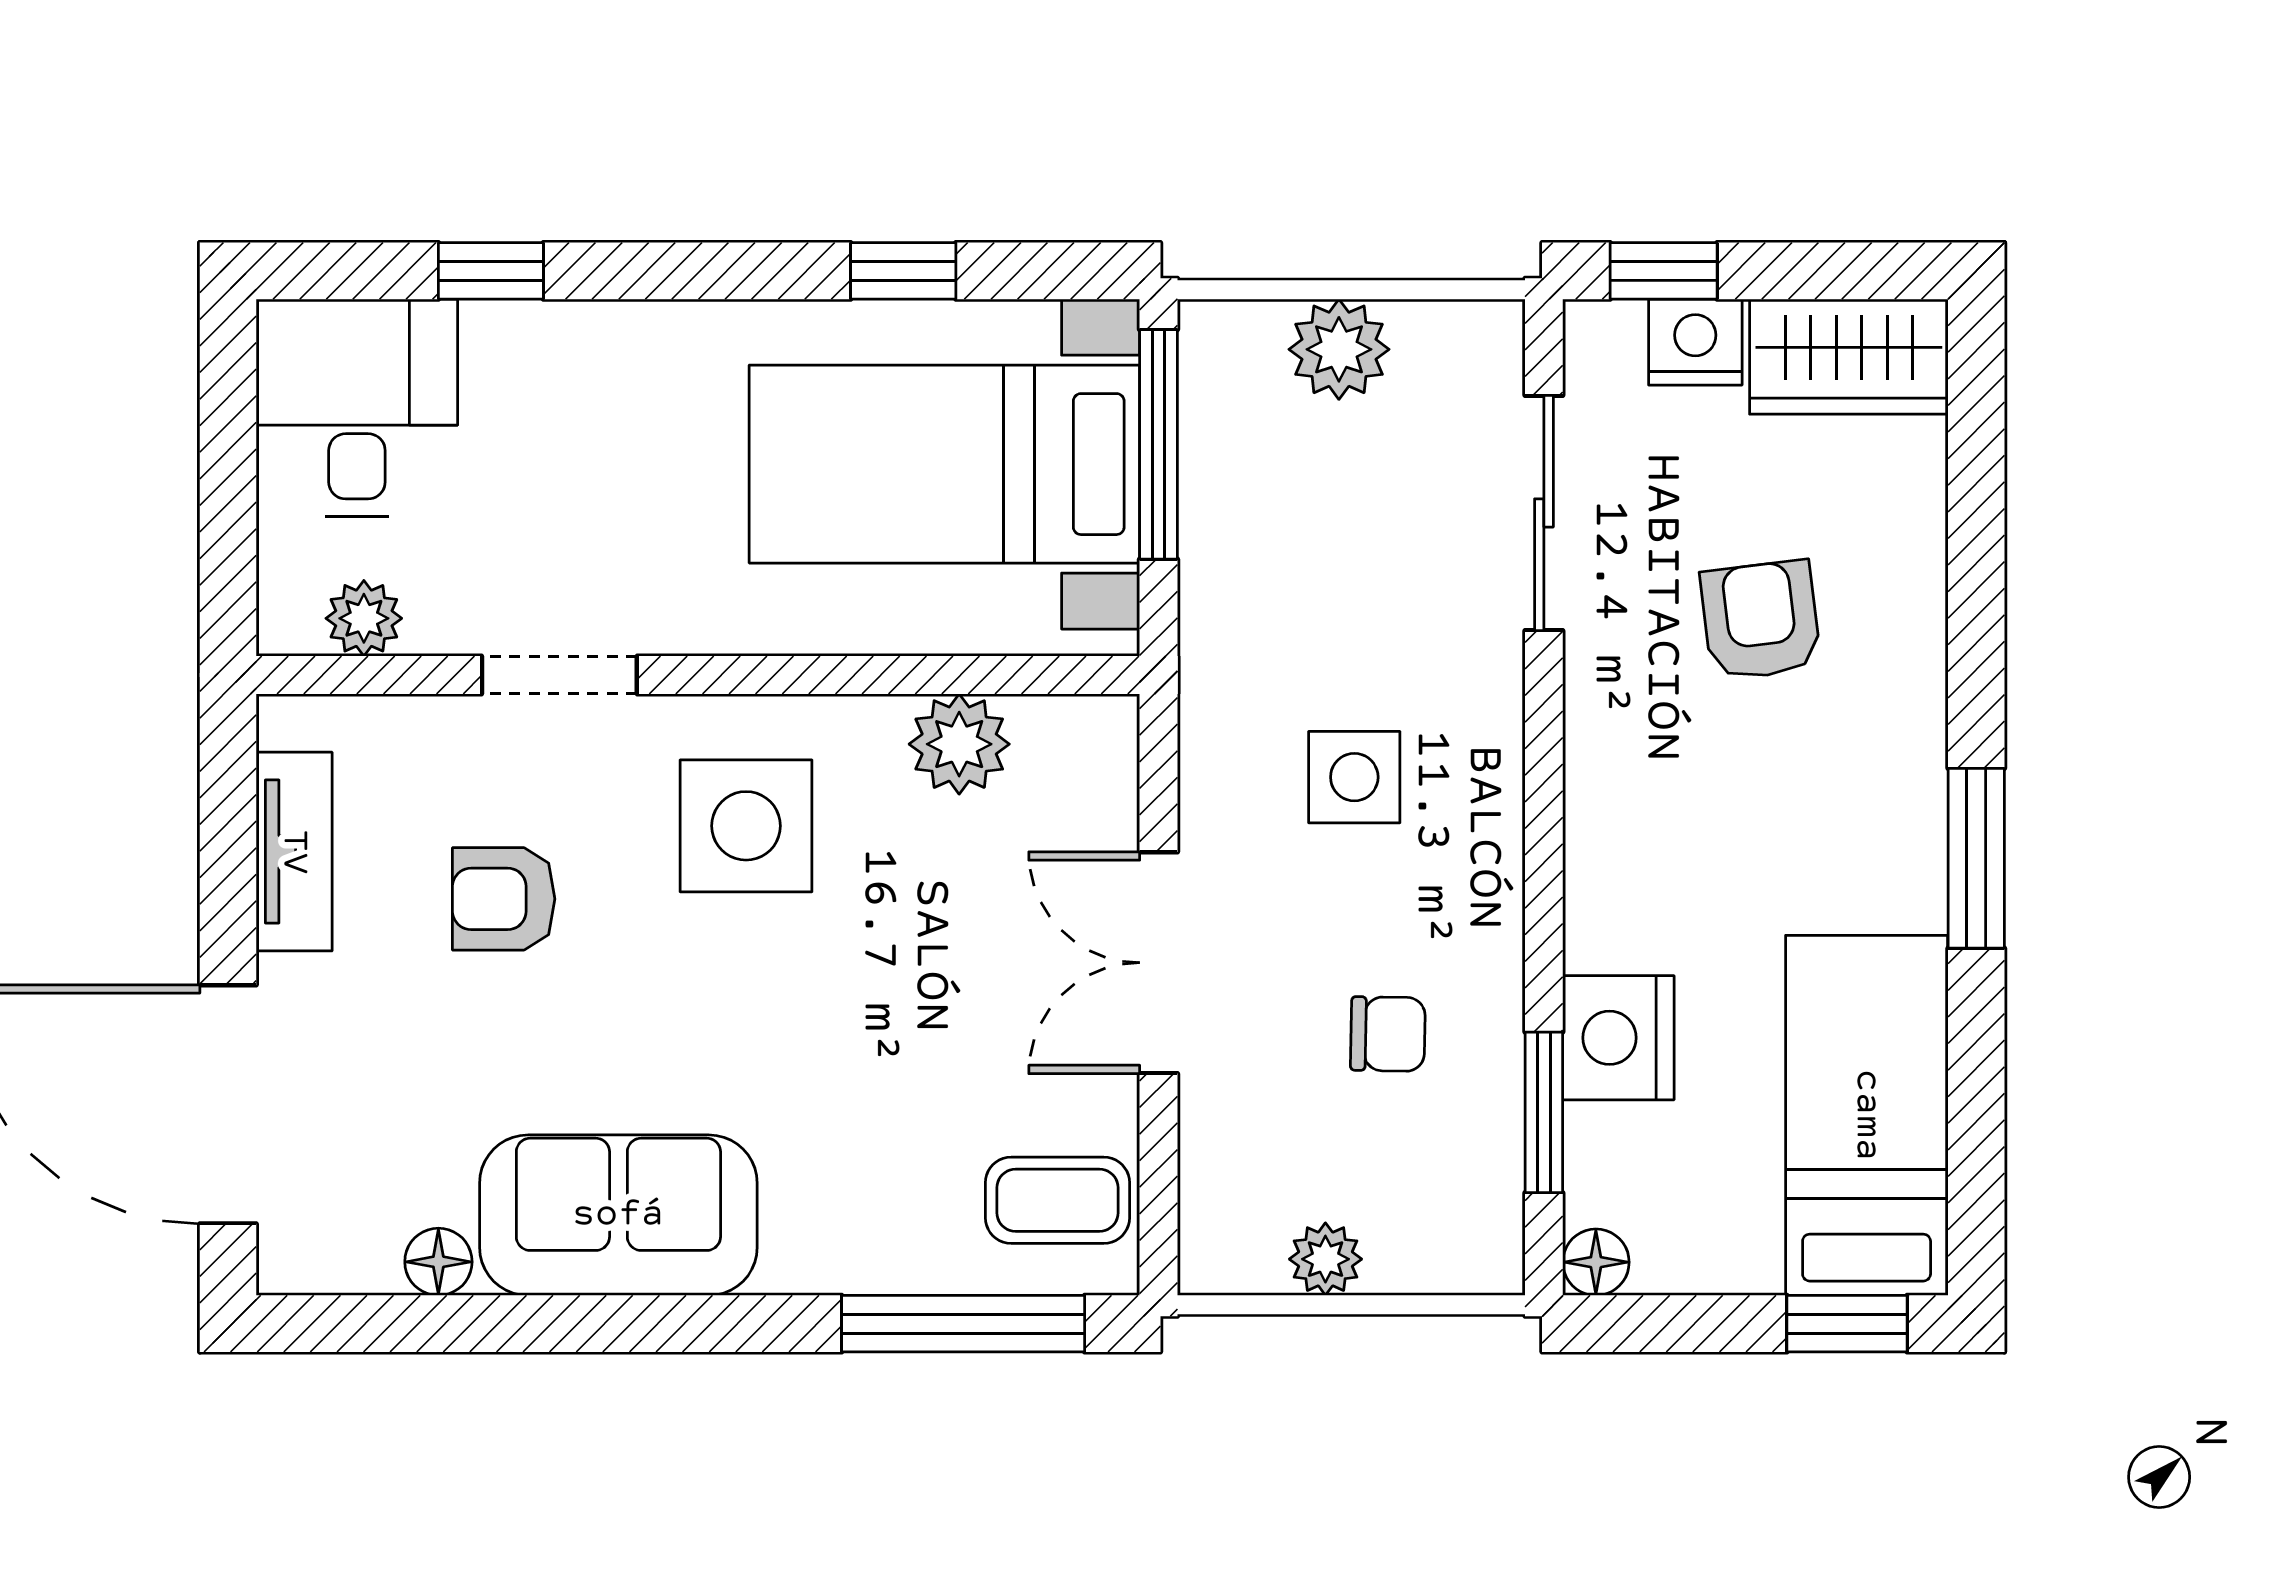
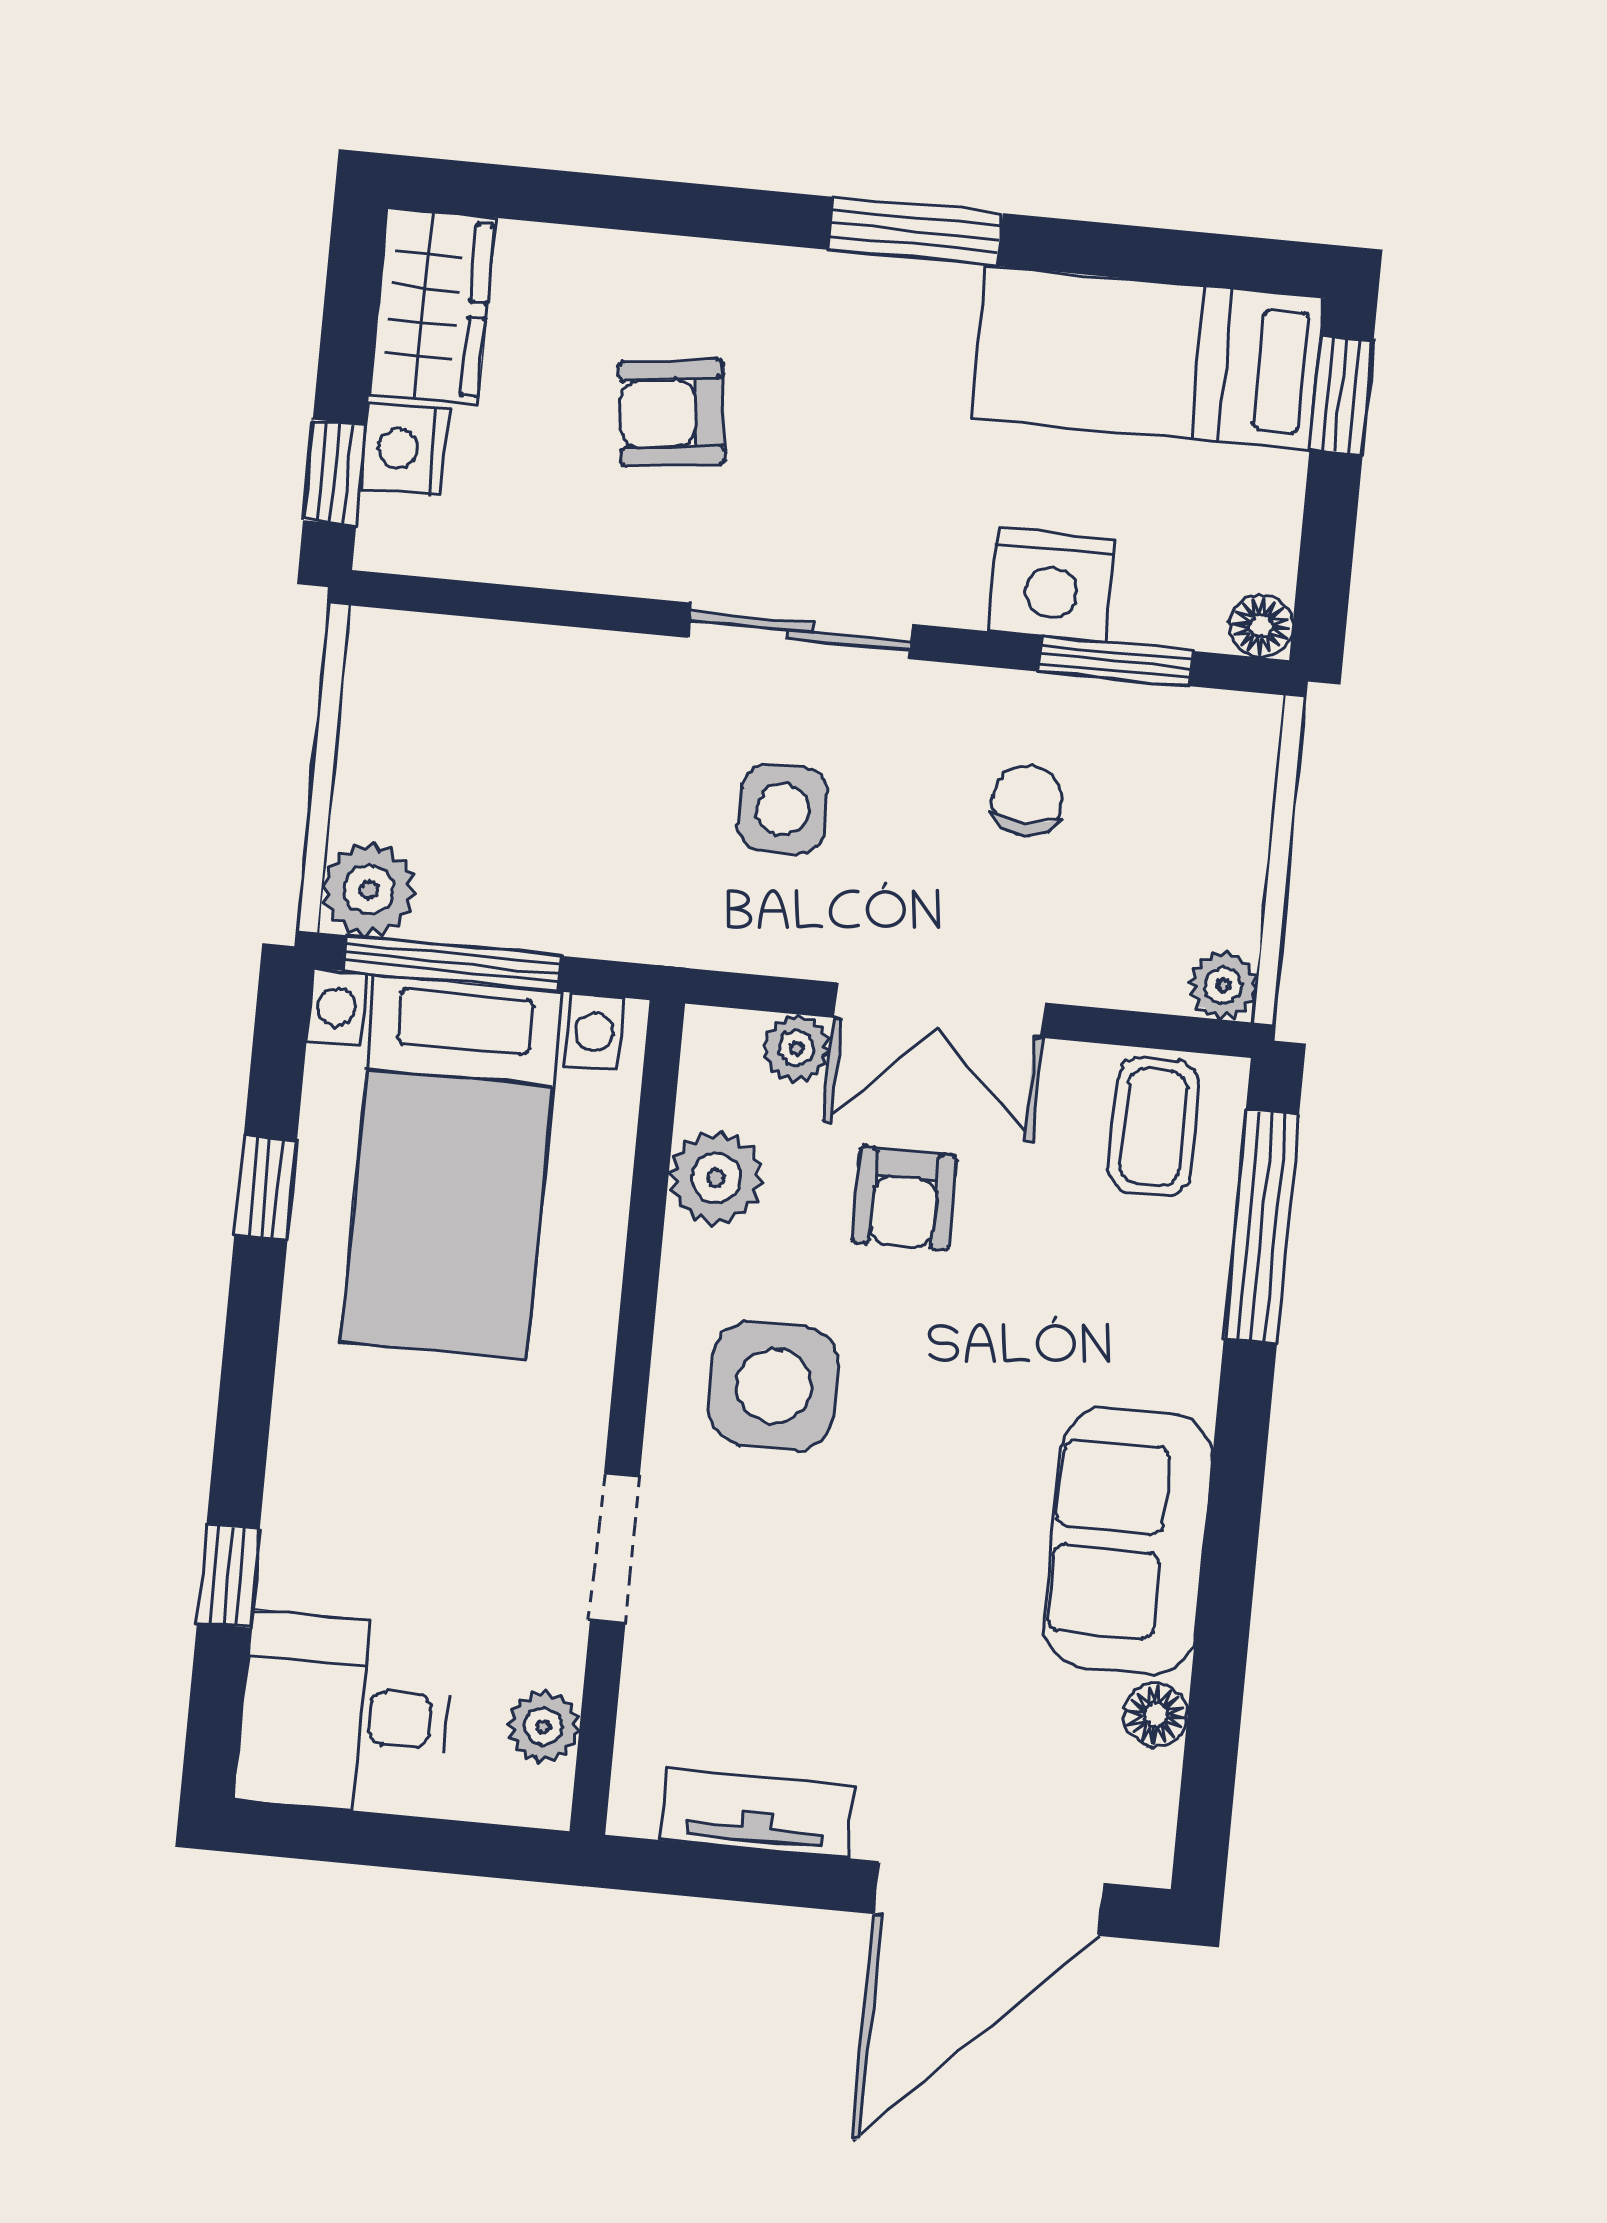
plant: (1339, 349) -> (369, 890), moved
sliding door: (1544, 513) -> (800, 631), moved
plant: (1104, 816) -> (797, 1048), added
armchair: (504, 899) -> (904, 1198), moved
plant: (1325, 1259) -> (1223, 985), moved

